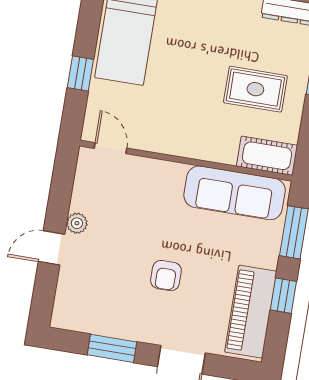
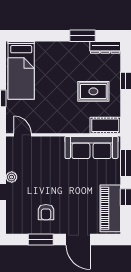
armchair: (166, 276) -> (46, 212), moved

